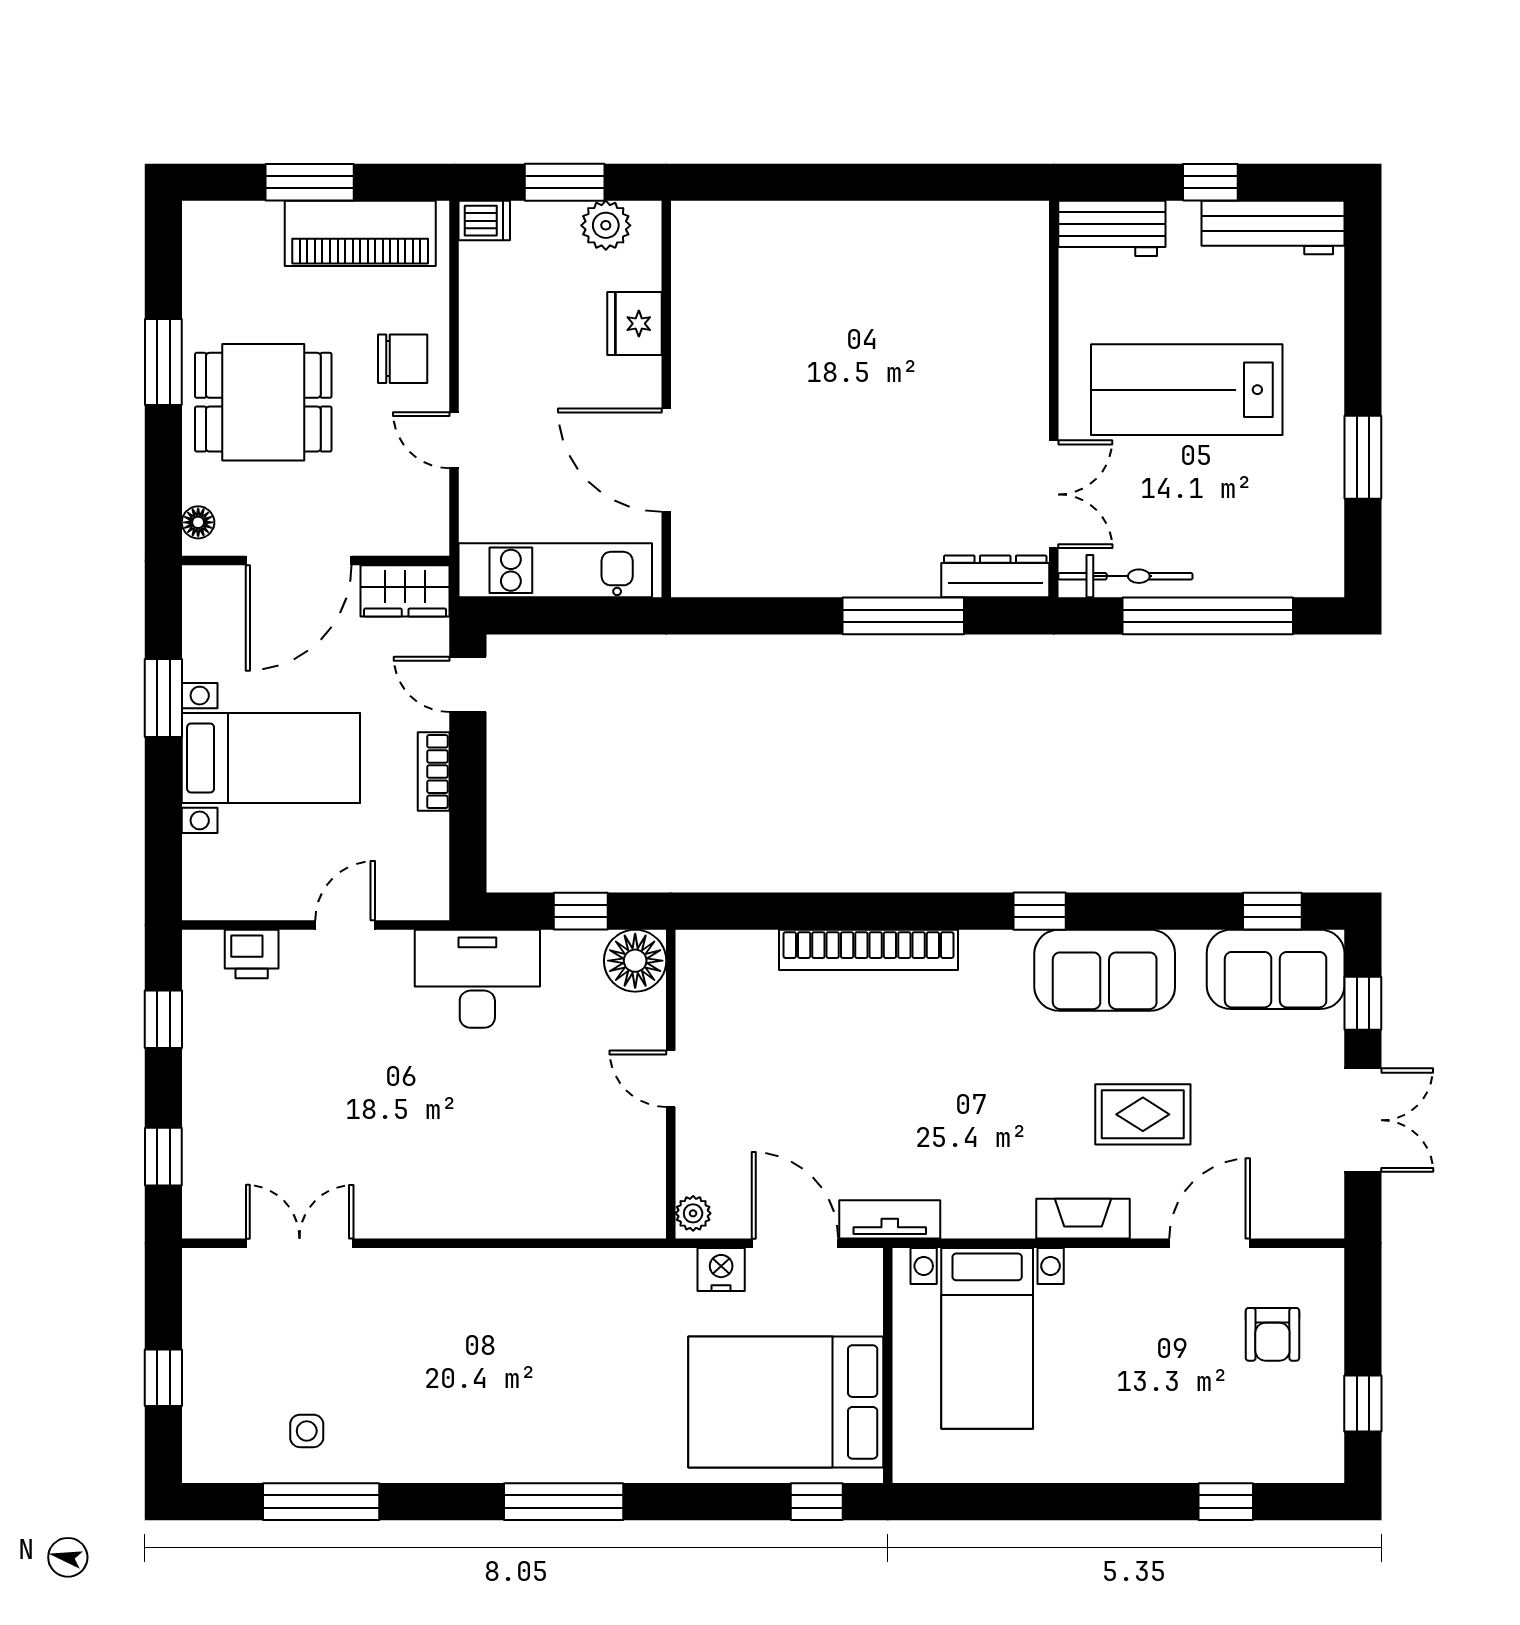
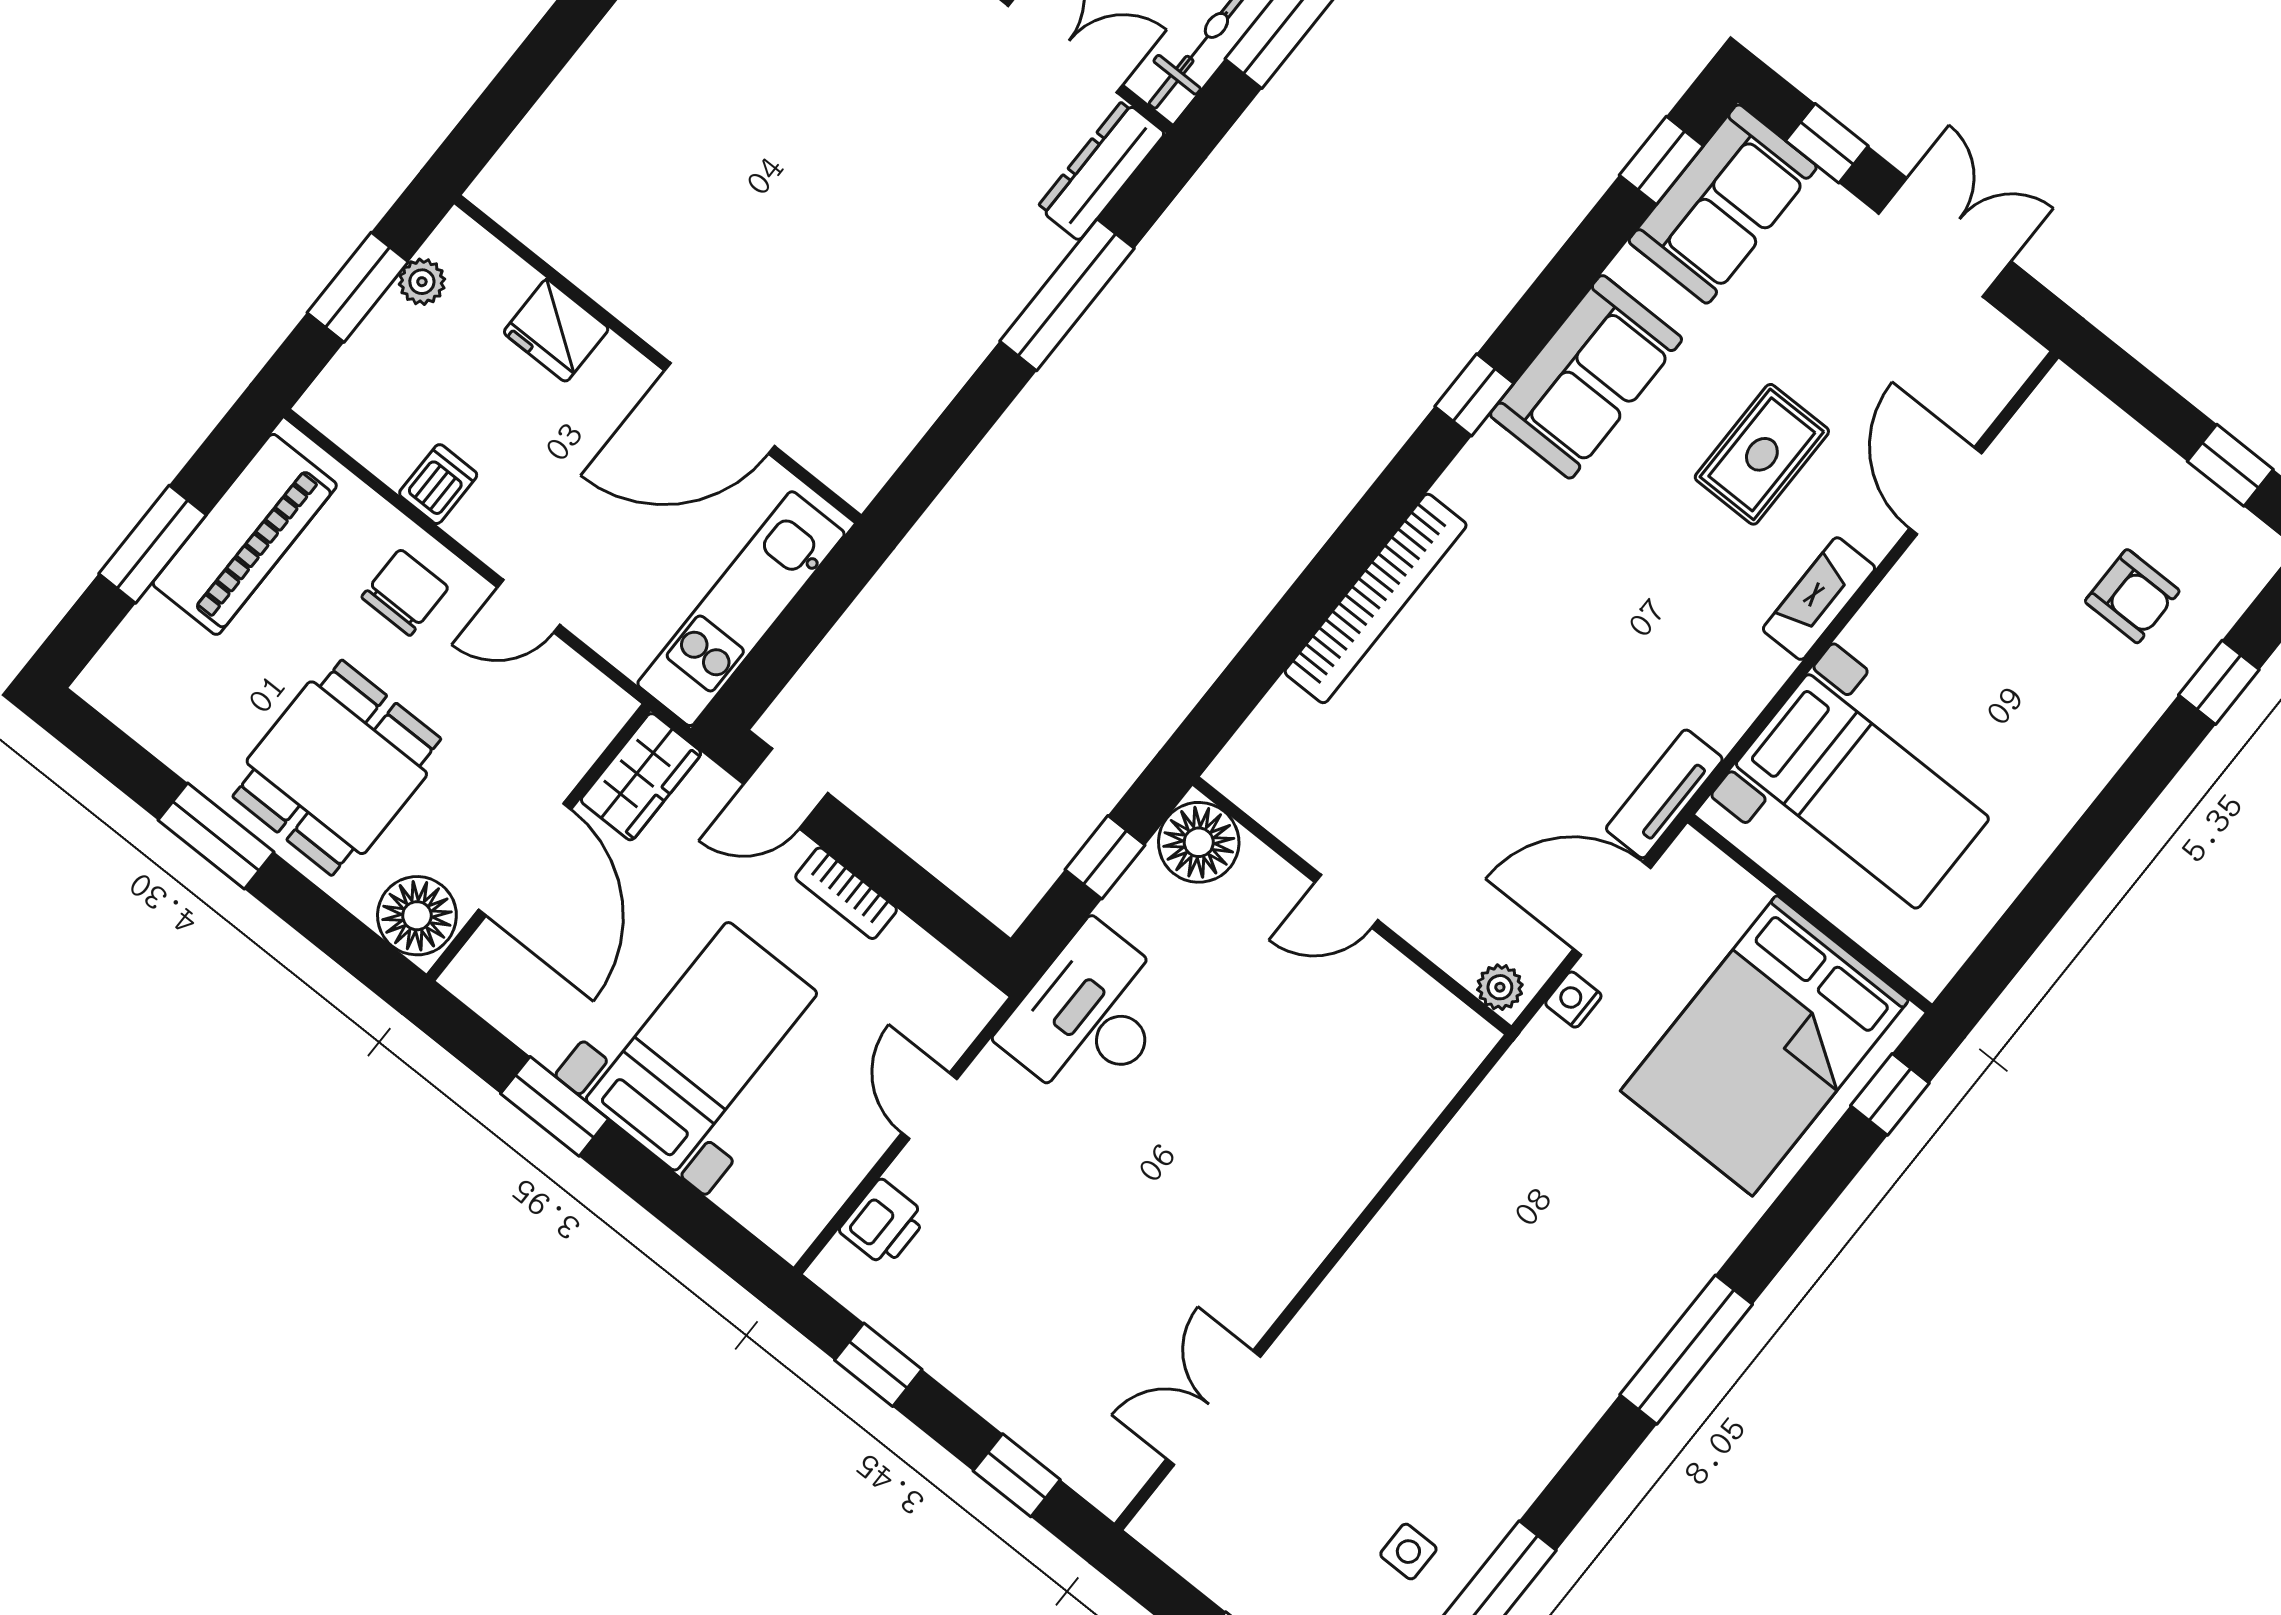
dishwasher: (484, 221) -> (438, 484), moved
plant: (606, 225) -> (422, 282), width x0.73, depth x0.73
floor lamp: (198, 522) -> (417, 916), width x1.89, depth x1.89
nightstand: (721, 1269) -> (1573, 1000), width x0.72, depth x0.74
armchair: (1272, 1334) -> (2132, 596), moved

